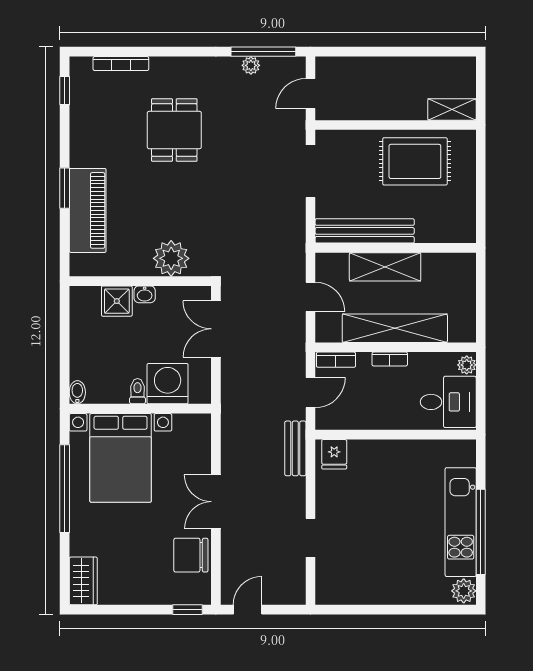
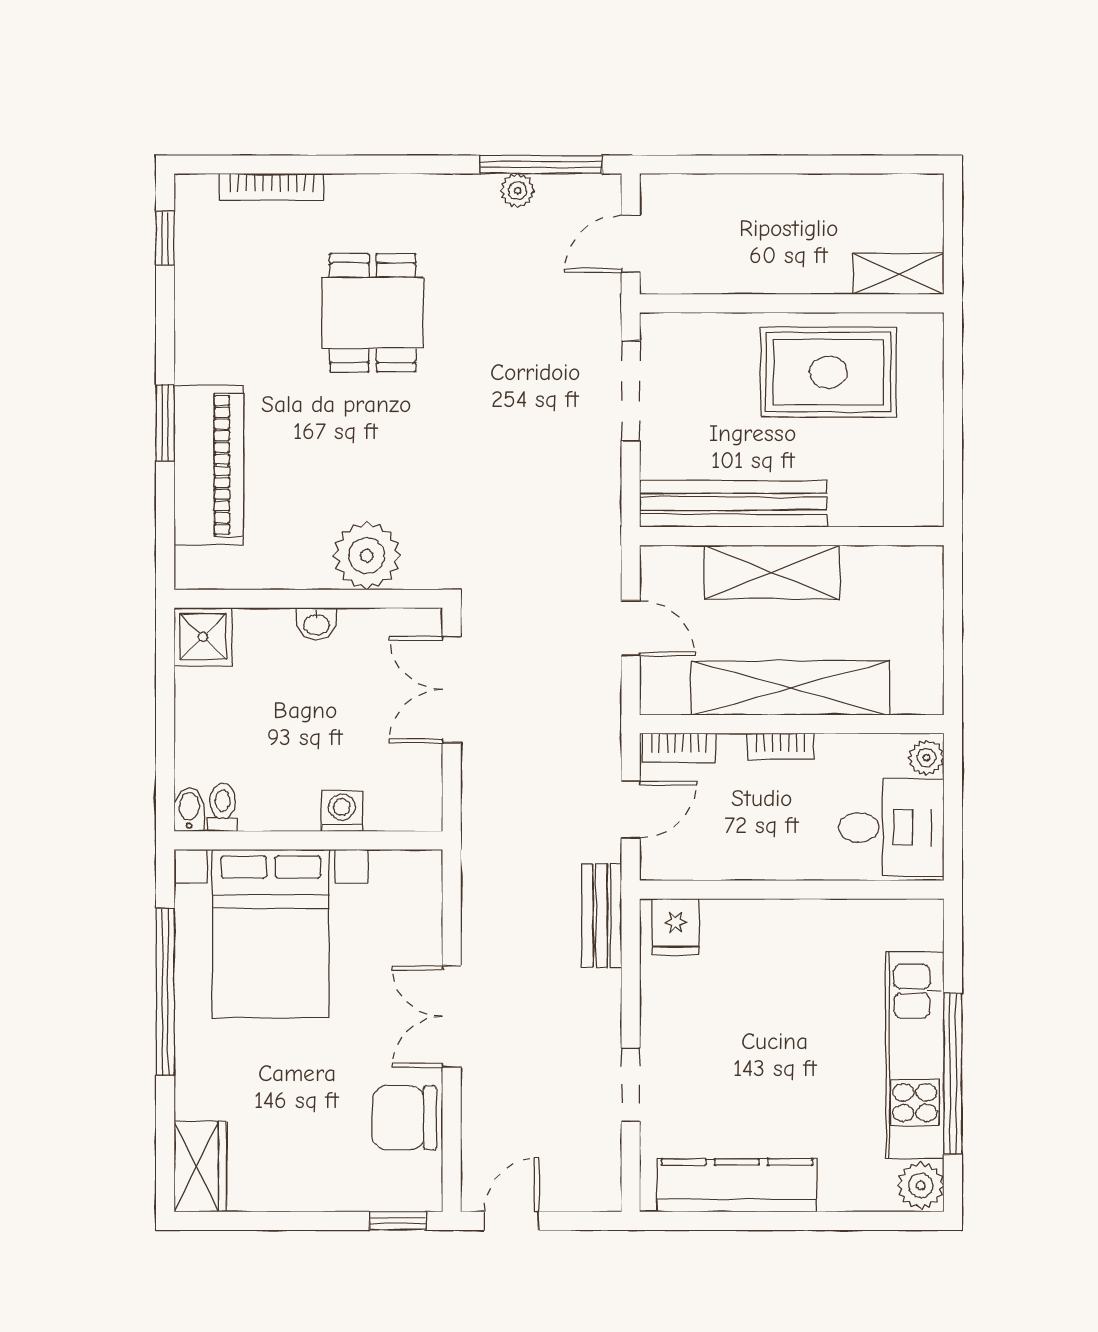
shower: (117, 301) -> (203, 637), moved
washing machine: (168, 384) -> (342, 811), width x0.53, depth x0.53
toilet: (138, 391) -> (223, 807), moved
kitchen counter: (367, 591) -> (737, 1185), added

